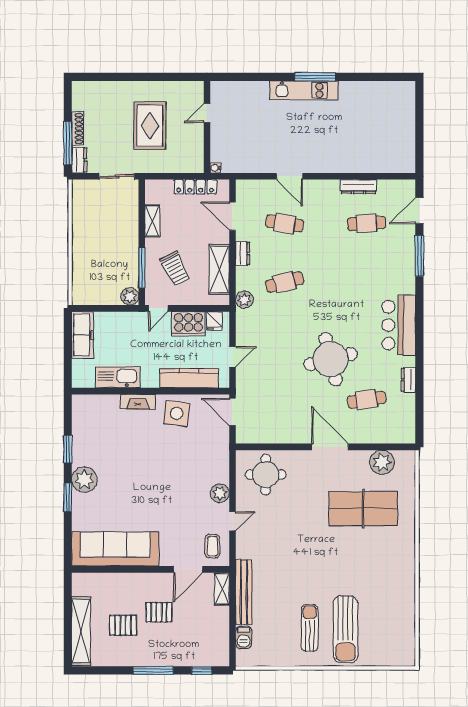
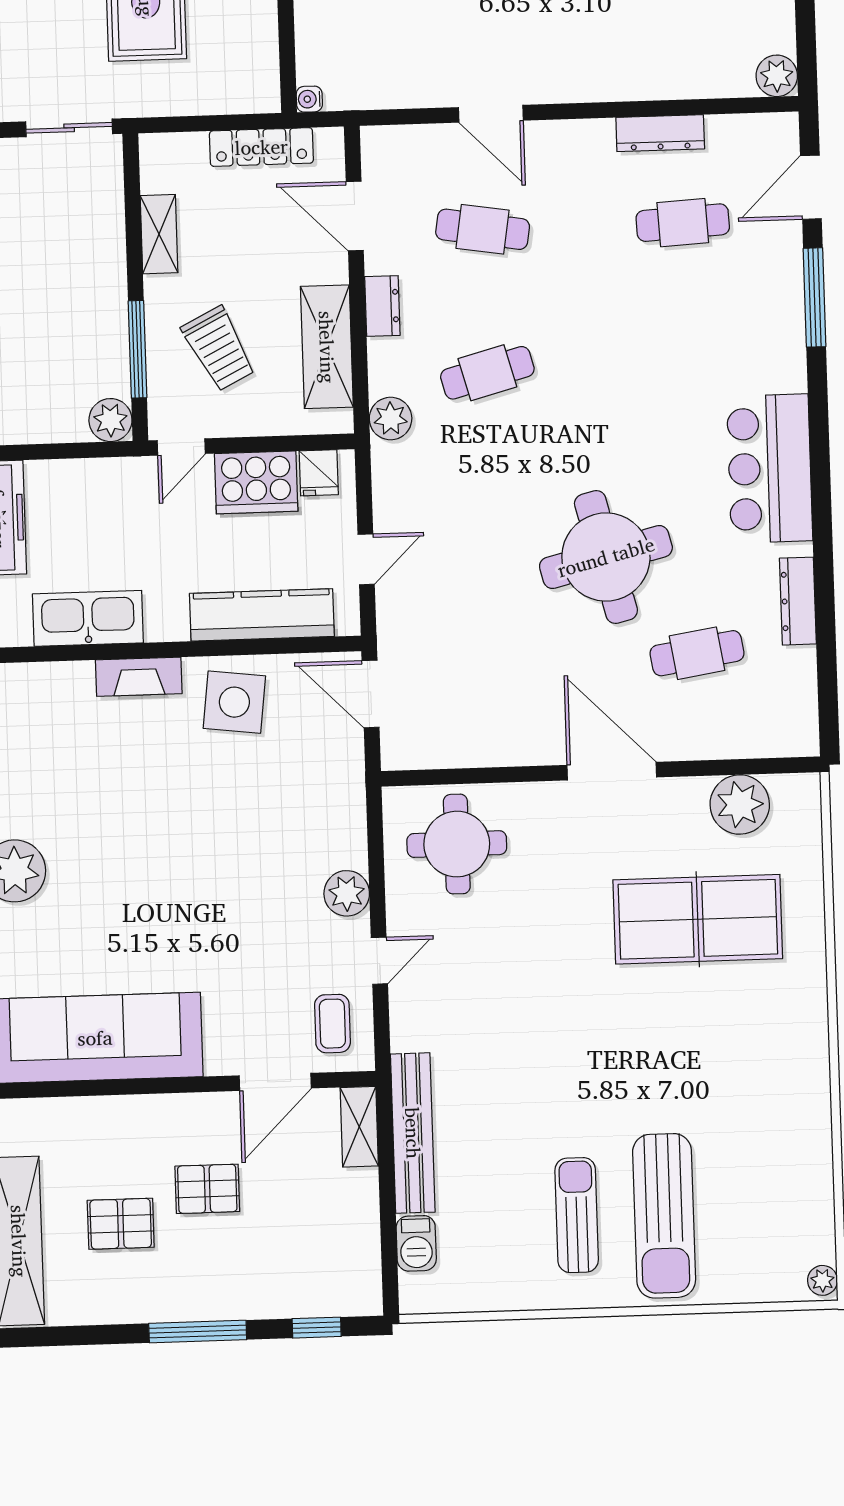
plant: (407, 165) -> (777, 76), added
dresser: (409, 380) -> (798, 601), width x1.44
plant: (409, 658) -> (822, 1280), added

